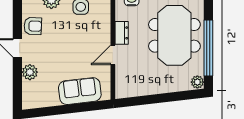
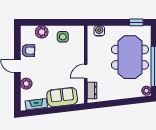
dresser: (122, 33) -> (92, 90), moved
fireplace: (44, 101) -> (36, 104), added

